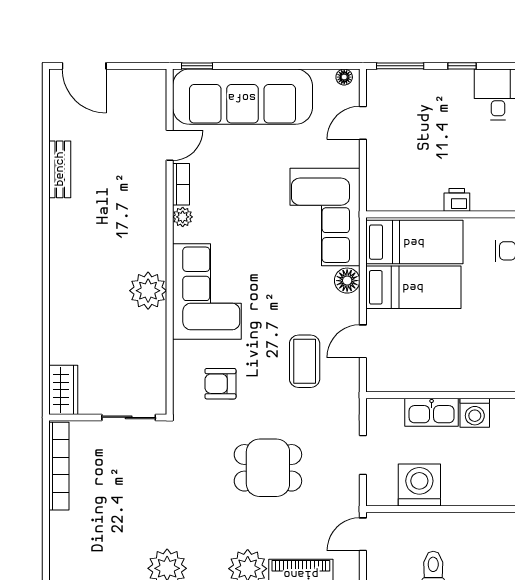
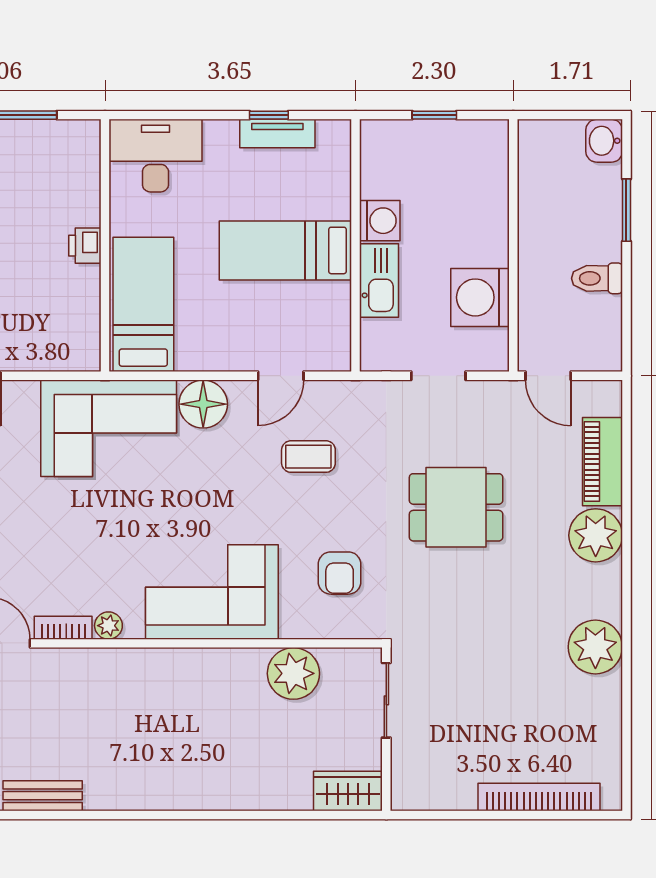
floor lamp: (347, 281) -> (203, 404), width x1.38, depth x1.38
bed: (413, 287) -> (285, 250), moved, turned -90
plant: (148, 291) -> (293, 673), moved
door: (363, 341) -> (281, 376), hinge flipped
coffee table: (305, 361) -> (308, 457), width x0.73, depth x0.77
bookcase: (59, 466) -> (539, 797), moved
dining table: (268, 468) -> (456, 507), turned 90

